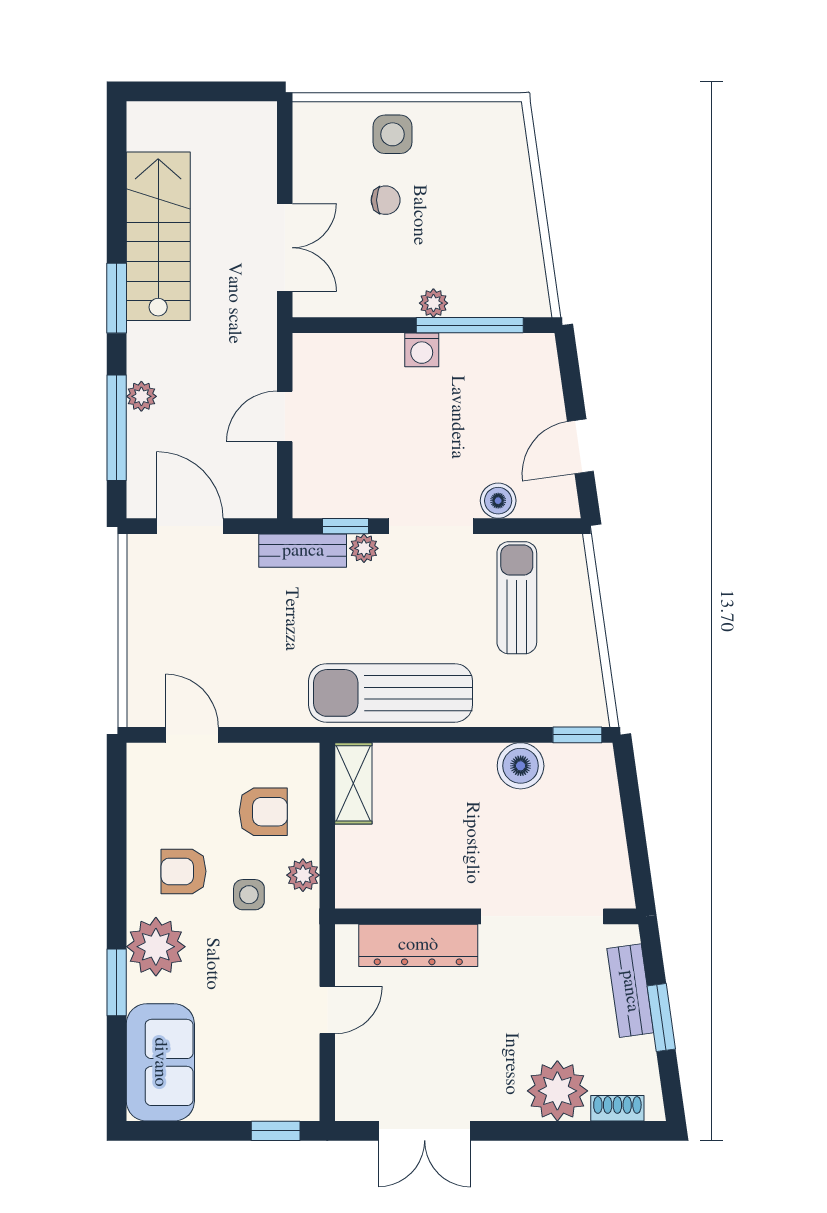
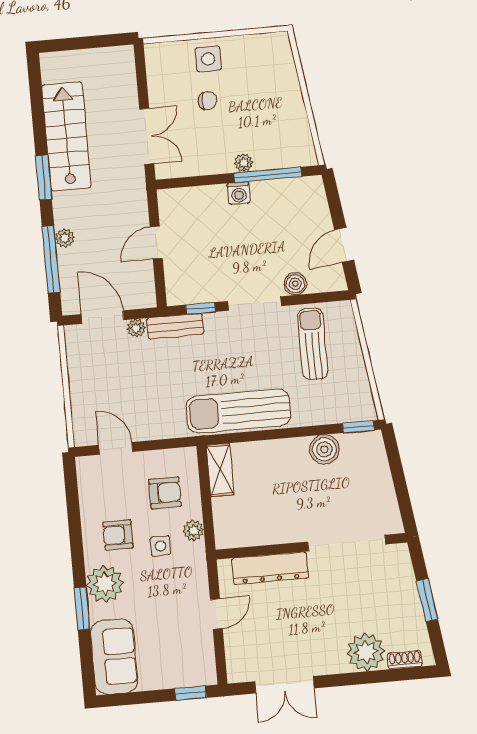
plant: (364, 548) -> (136, 328), moved
bench: (630, 991) -> (406, 585), removed

